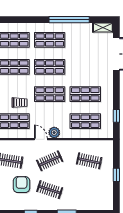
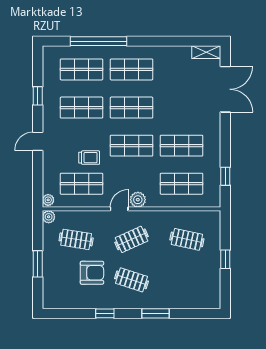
window: (69, 20) -> (99, 41), moved
door: (41, 139) -> (119, 209), hinge flipped
armchair: (22, 185) -> (92, 273), turned 90

